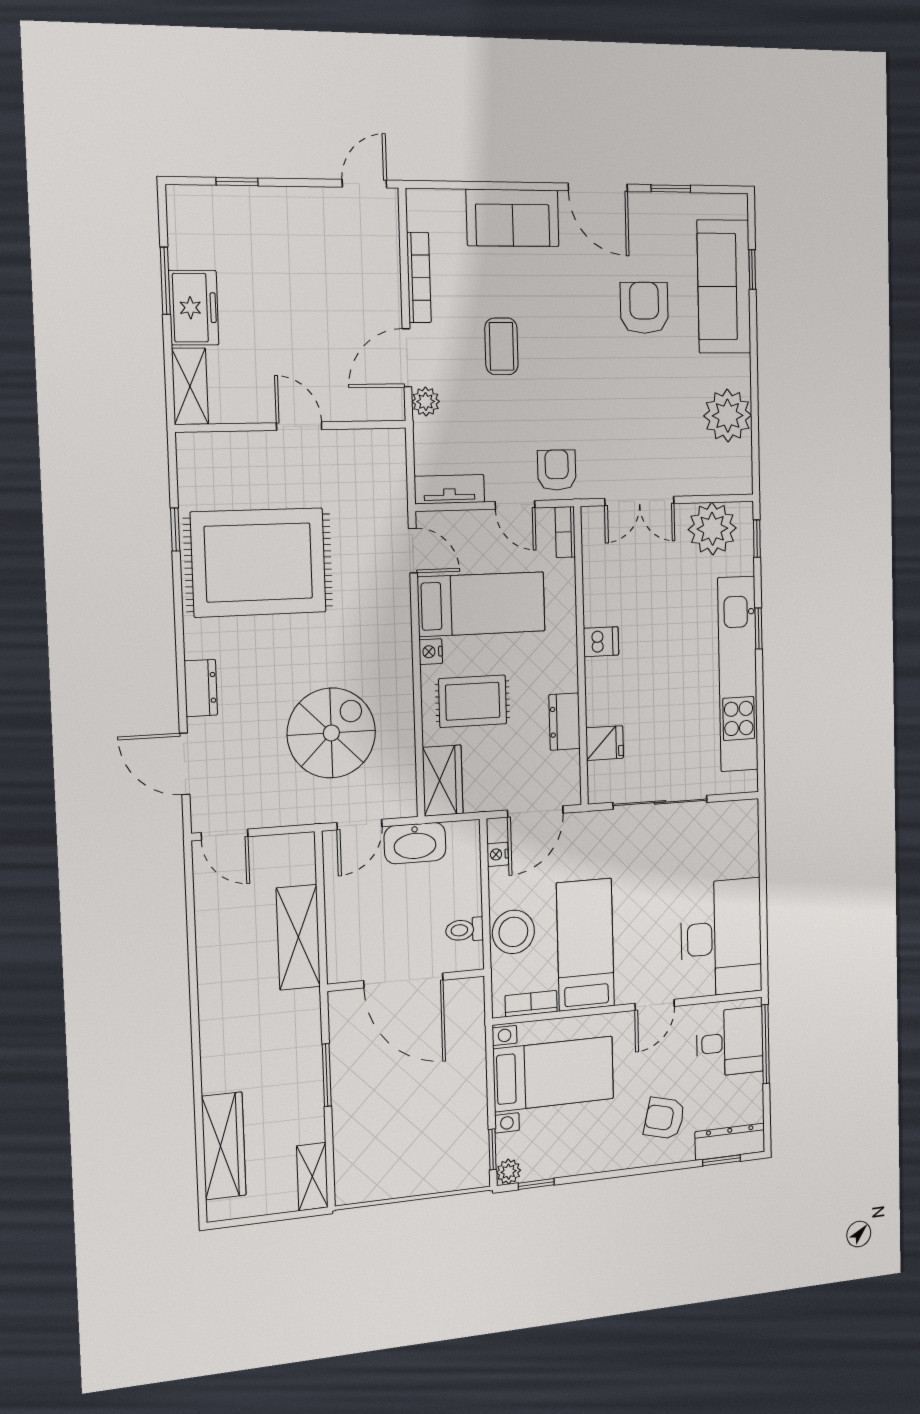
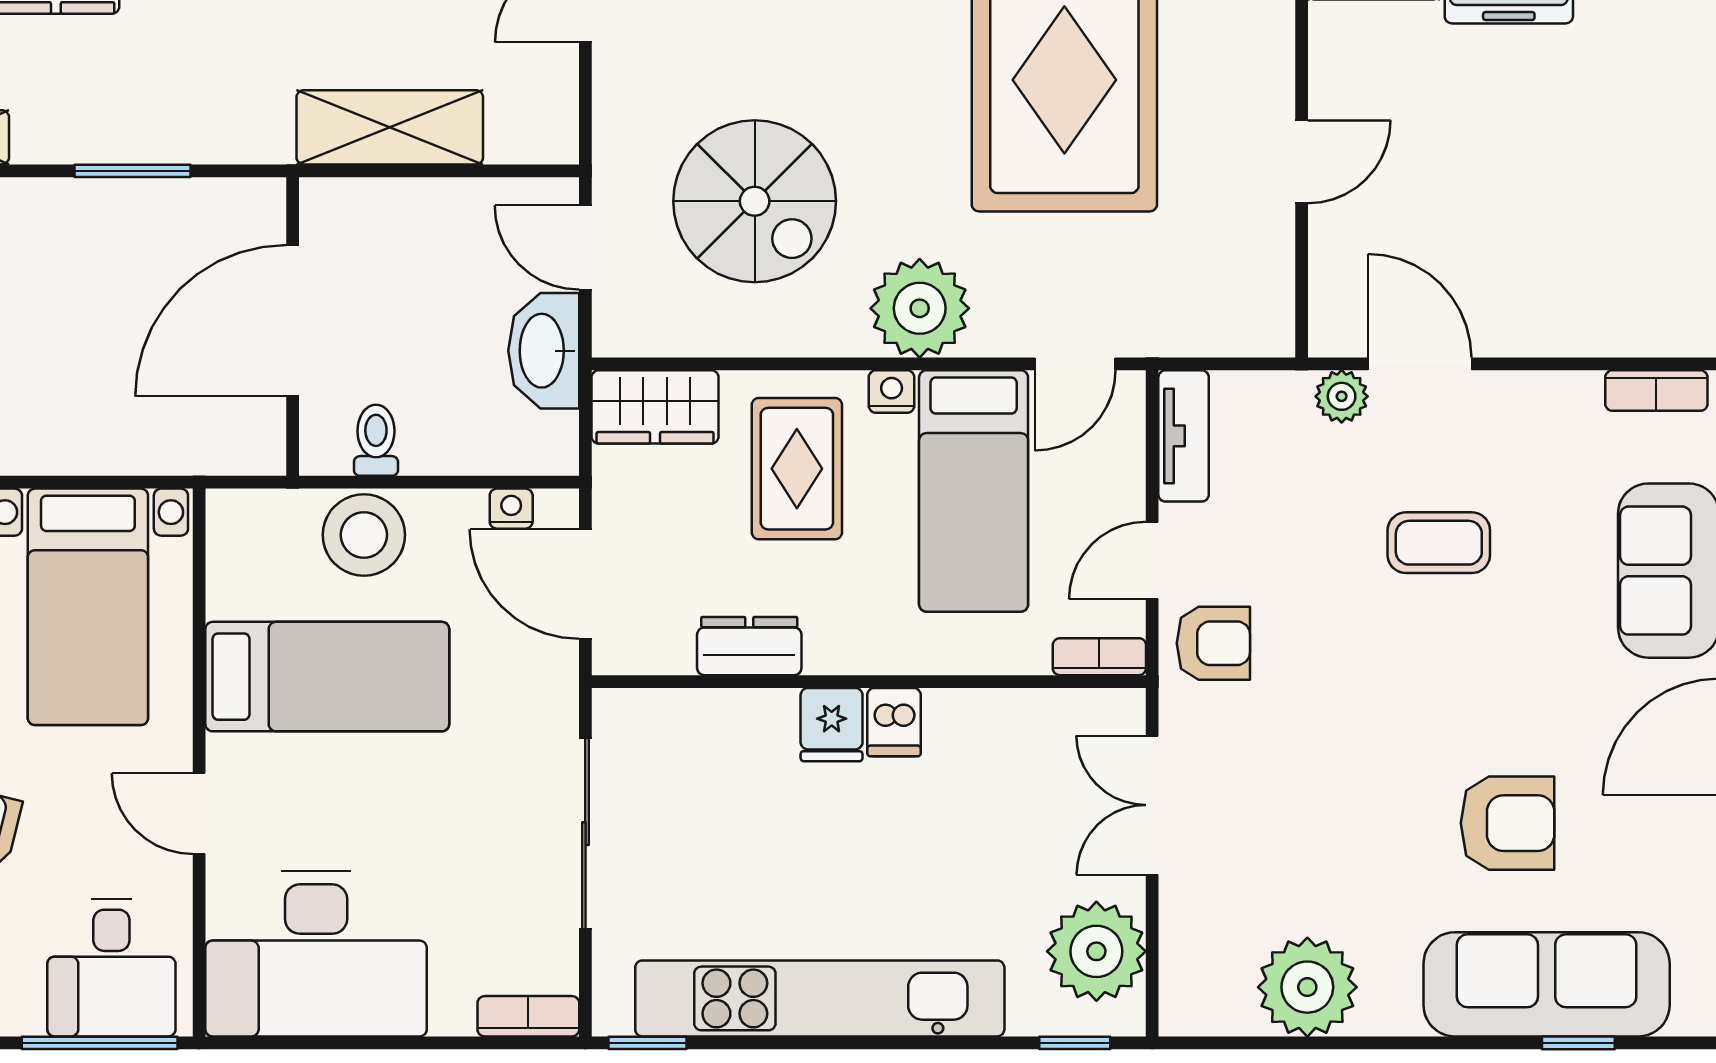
bookcase: (419, 278) -> (1656, 391), moved, width x0.64
window: (758, 629) -> (648, 1043), moved
plant: (386, 638) -> (920, 308), added
fridge: (605, 743) -> (832, 725), moved
bookcase: (531, 1004) -> (528, 1016), moved, turned -90

